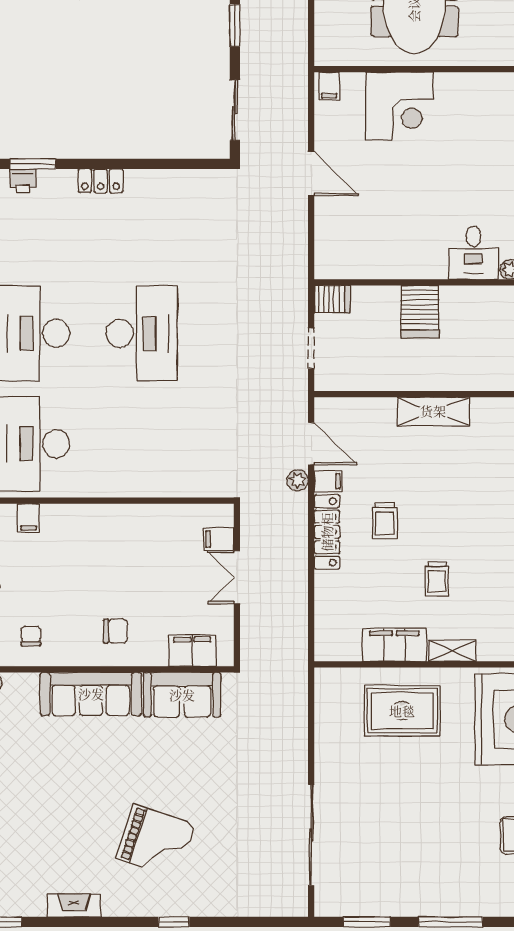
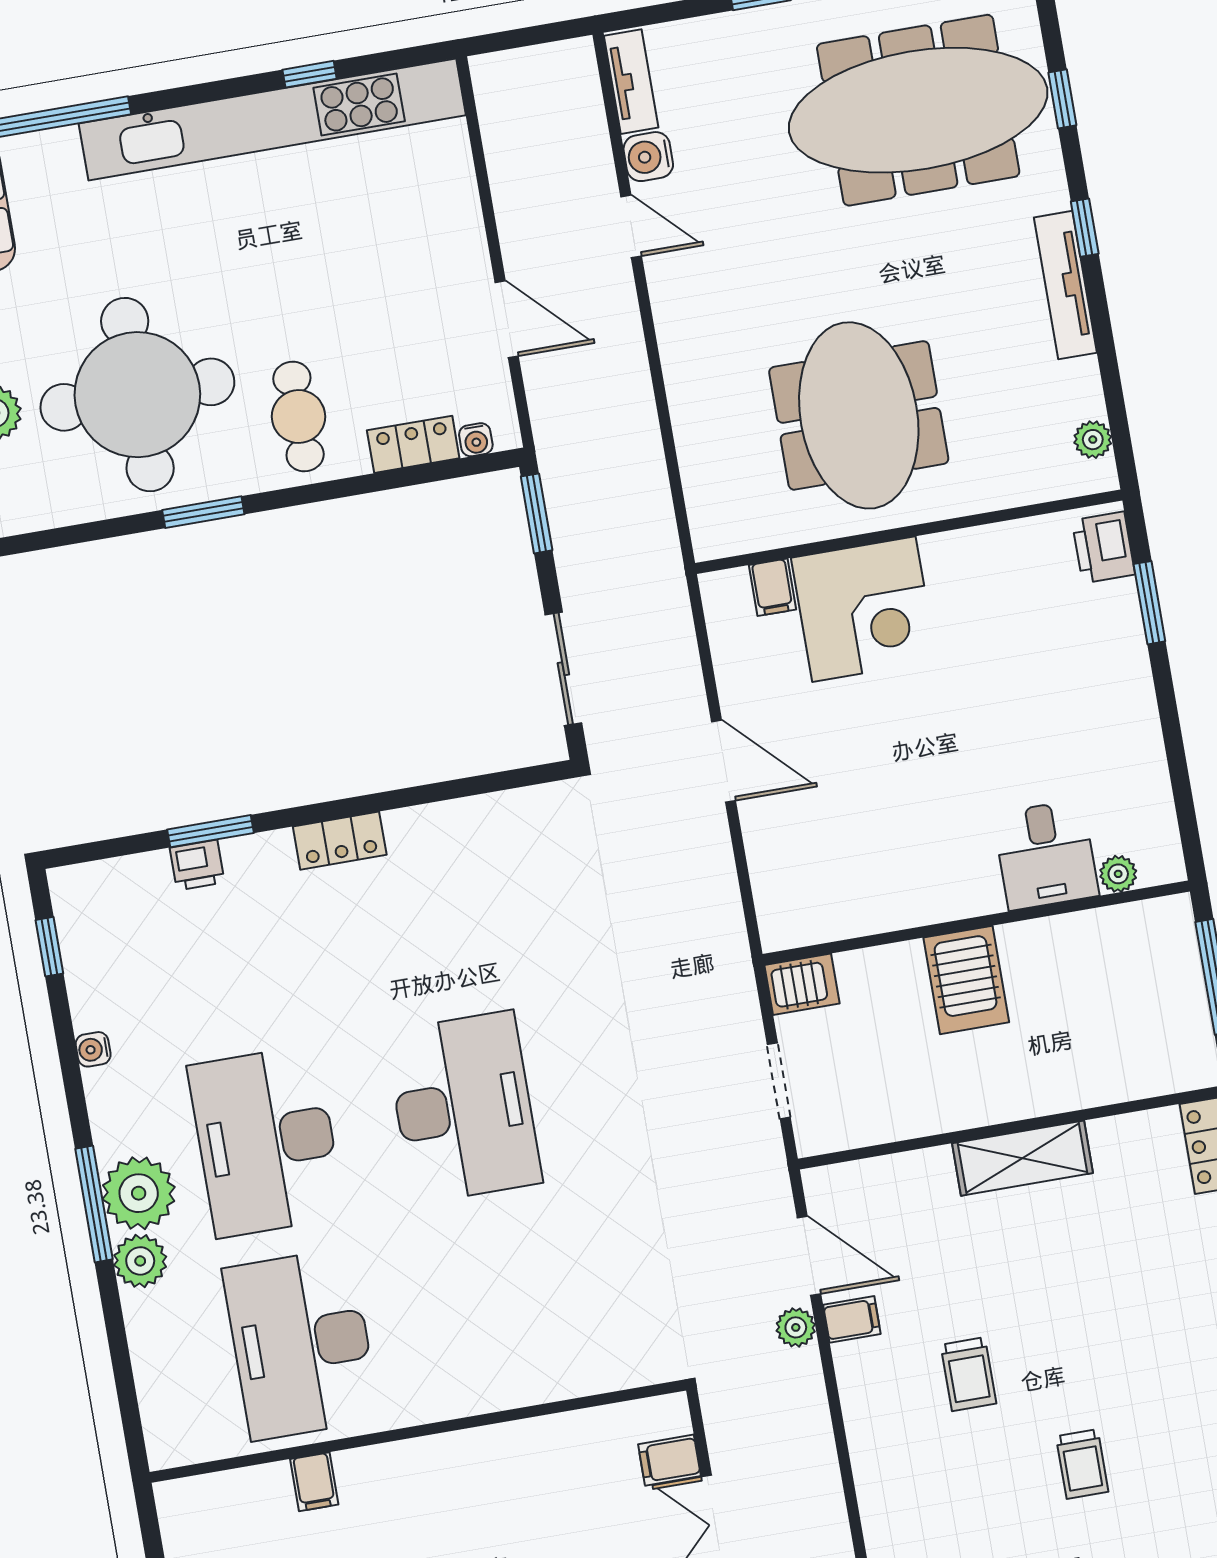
filing cabinet: (329, 86) -> (772, 587), moved
locker: (327, 532) -> (866, 1413), removed

